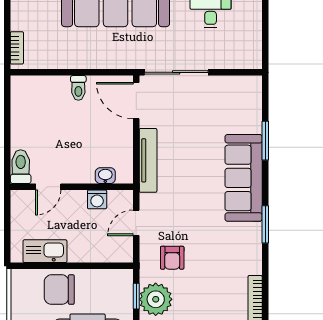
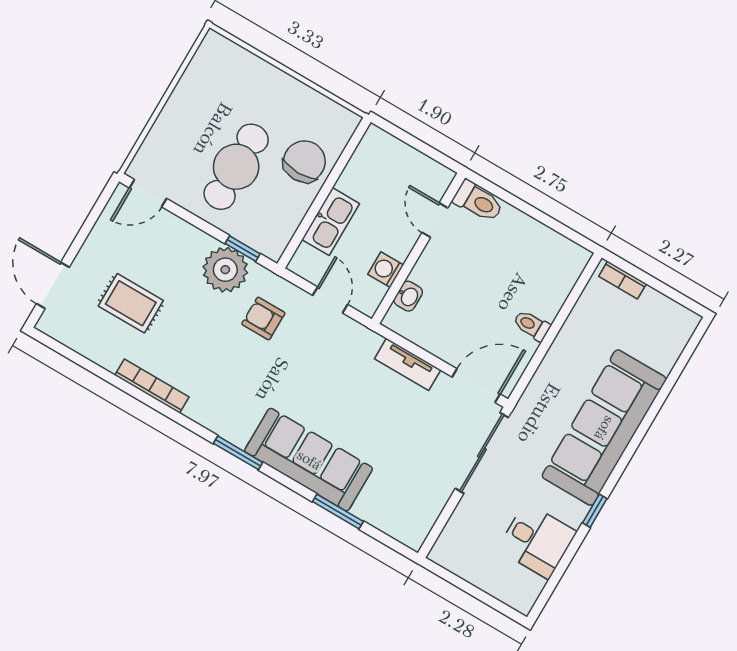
tv unit: (148, 160) -> (408, 364), width x0.71
kitchen sink: (45, 251) -> (331, 222), moved

